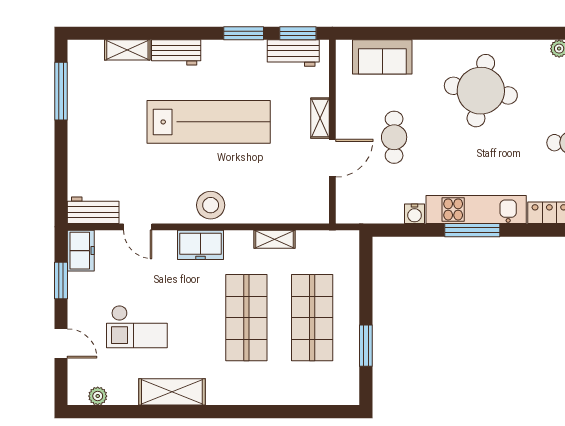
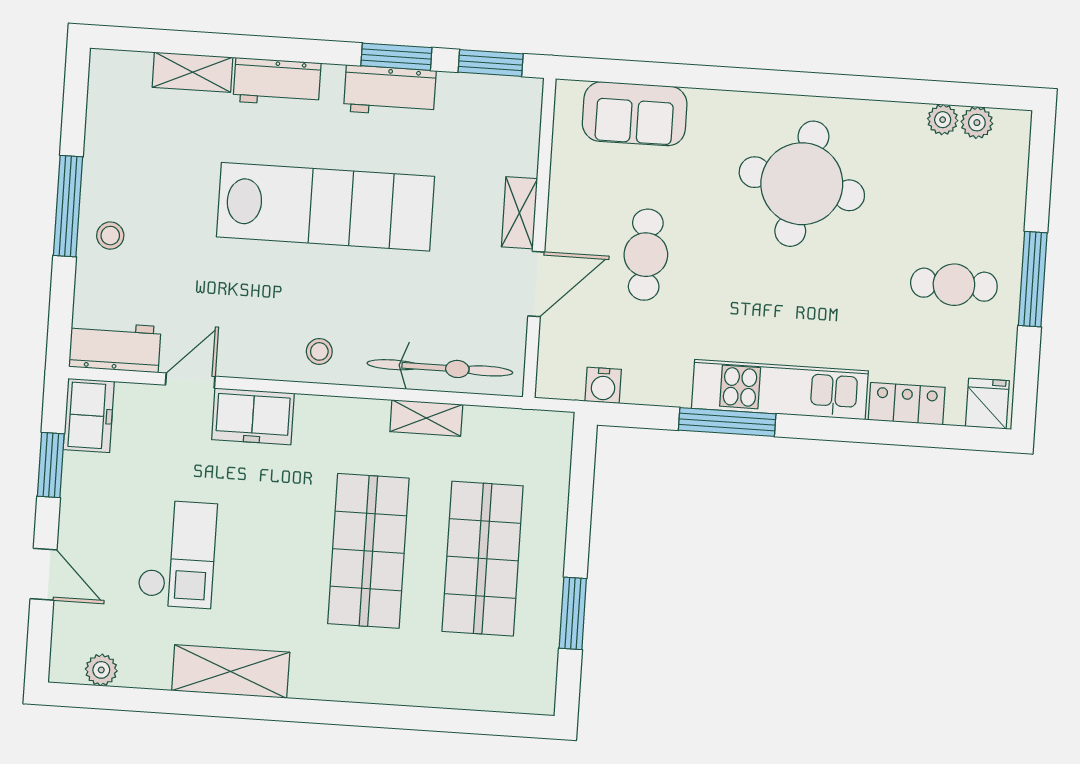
workbench: (293, 53) -> (390, 91), moved
window: (61, 91) -> (68, 206), moved
stool: (86, 147) -> (110, 236), added
stool: (211, 205) -> (319, 351), width x0.53, depth x0.53
bicycle: (280, 210) -> (440, 368), added
water cooler: (415, 214) -> (603, 385), moved
door: (138, 227) -> (190, 381), swing flipped
window: (472, 230) -> (727, 422), moved
freezer: (201, 245) -> (253, 416), moved
checkout: (137, 327) -> (177, 554), turned -90

